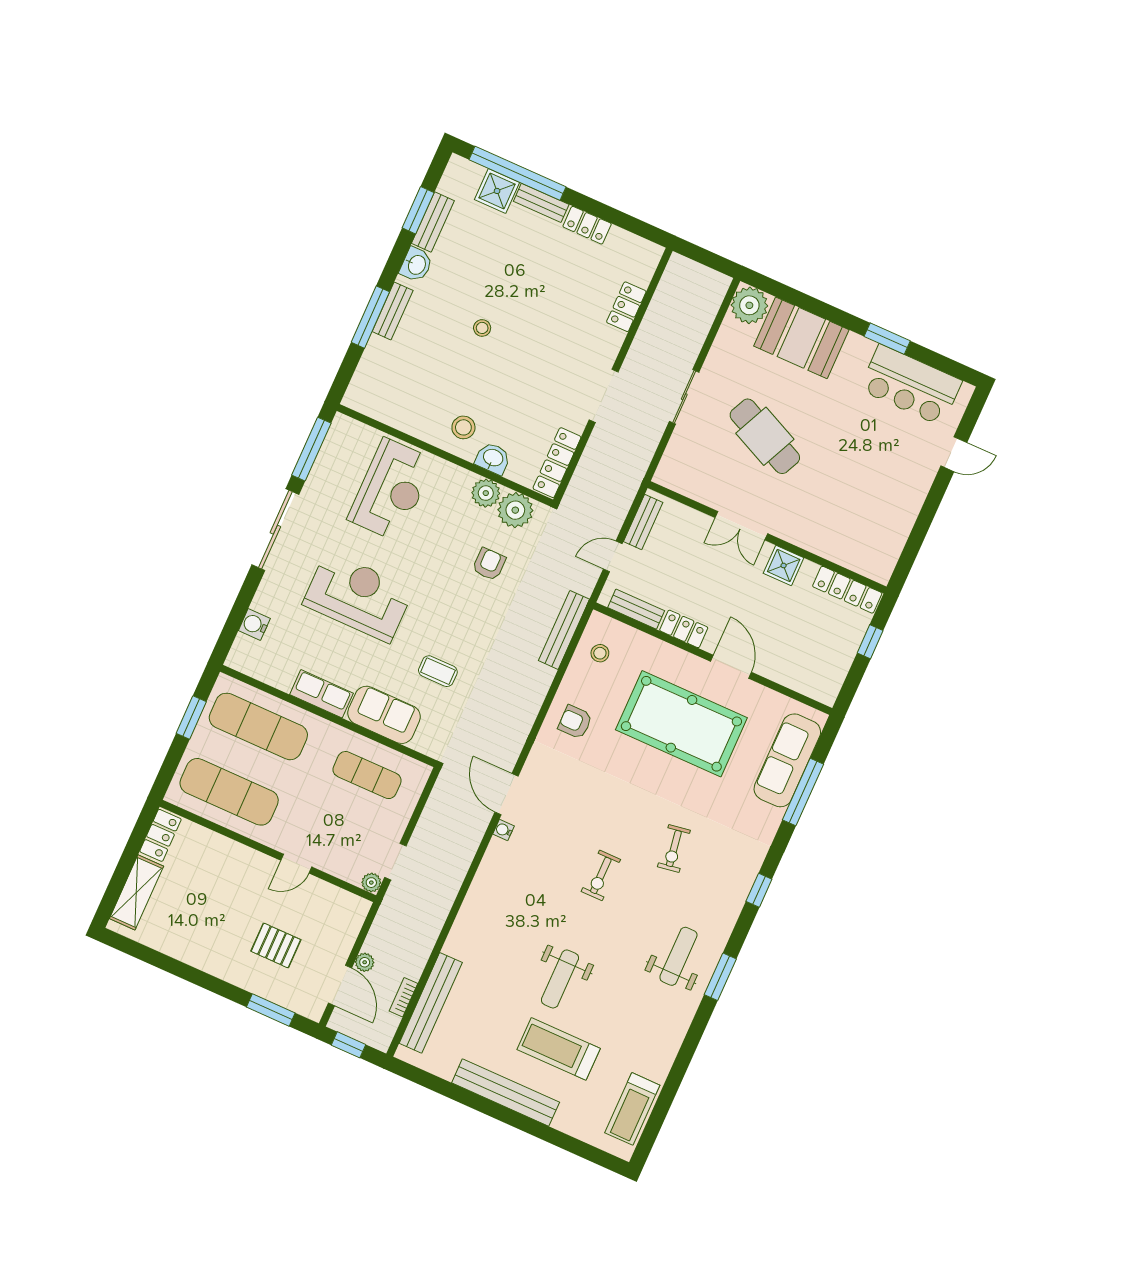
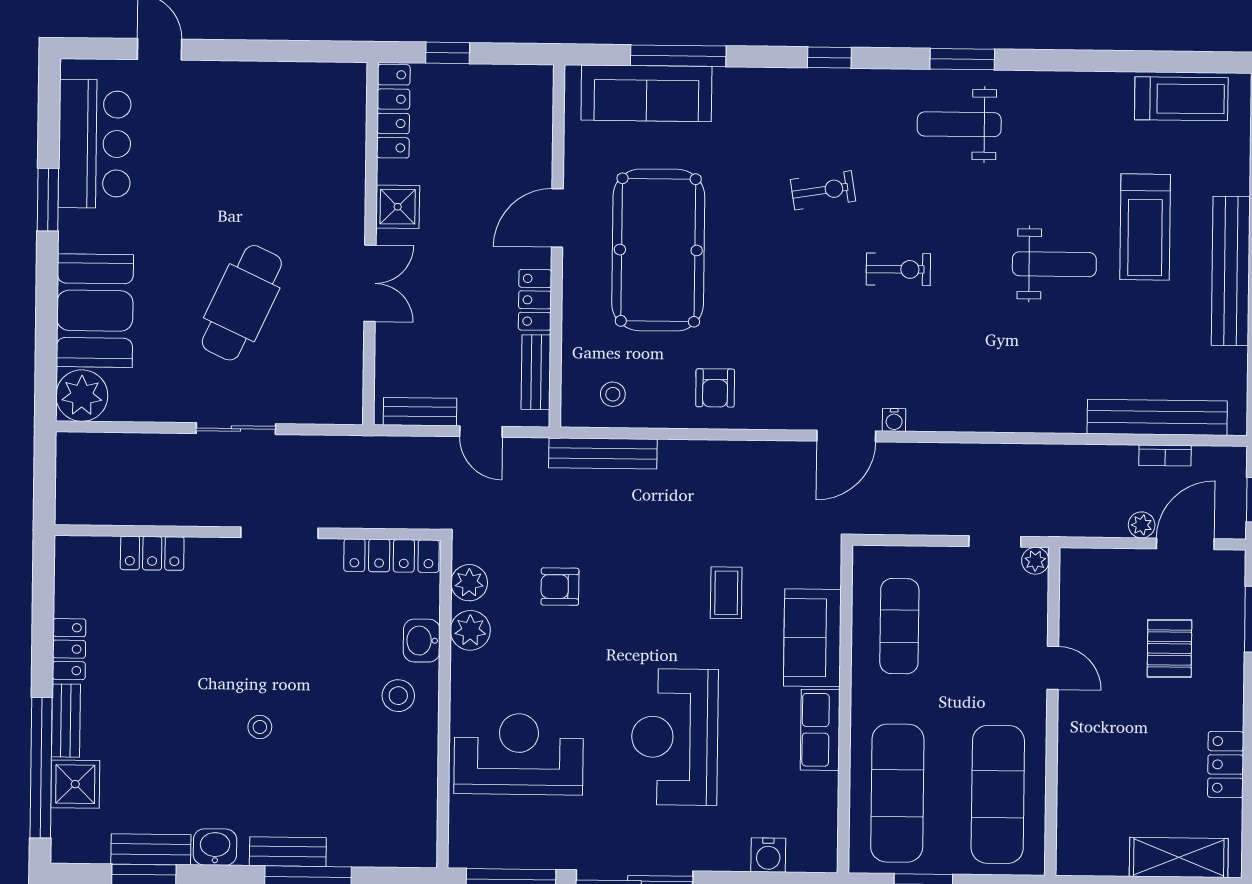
plant: (515, 510) -> (469, 583), width x0.73, depth x0.73
locker: (160, 835) -> (1226, 764), moved, turned -90

